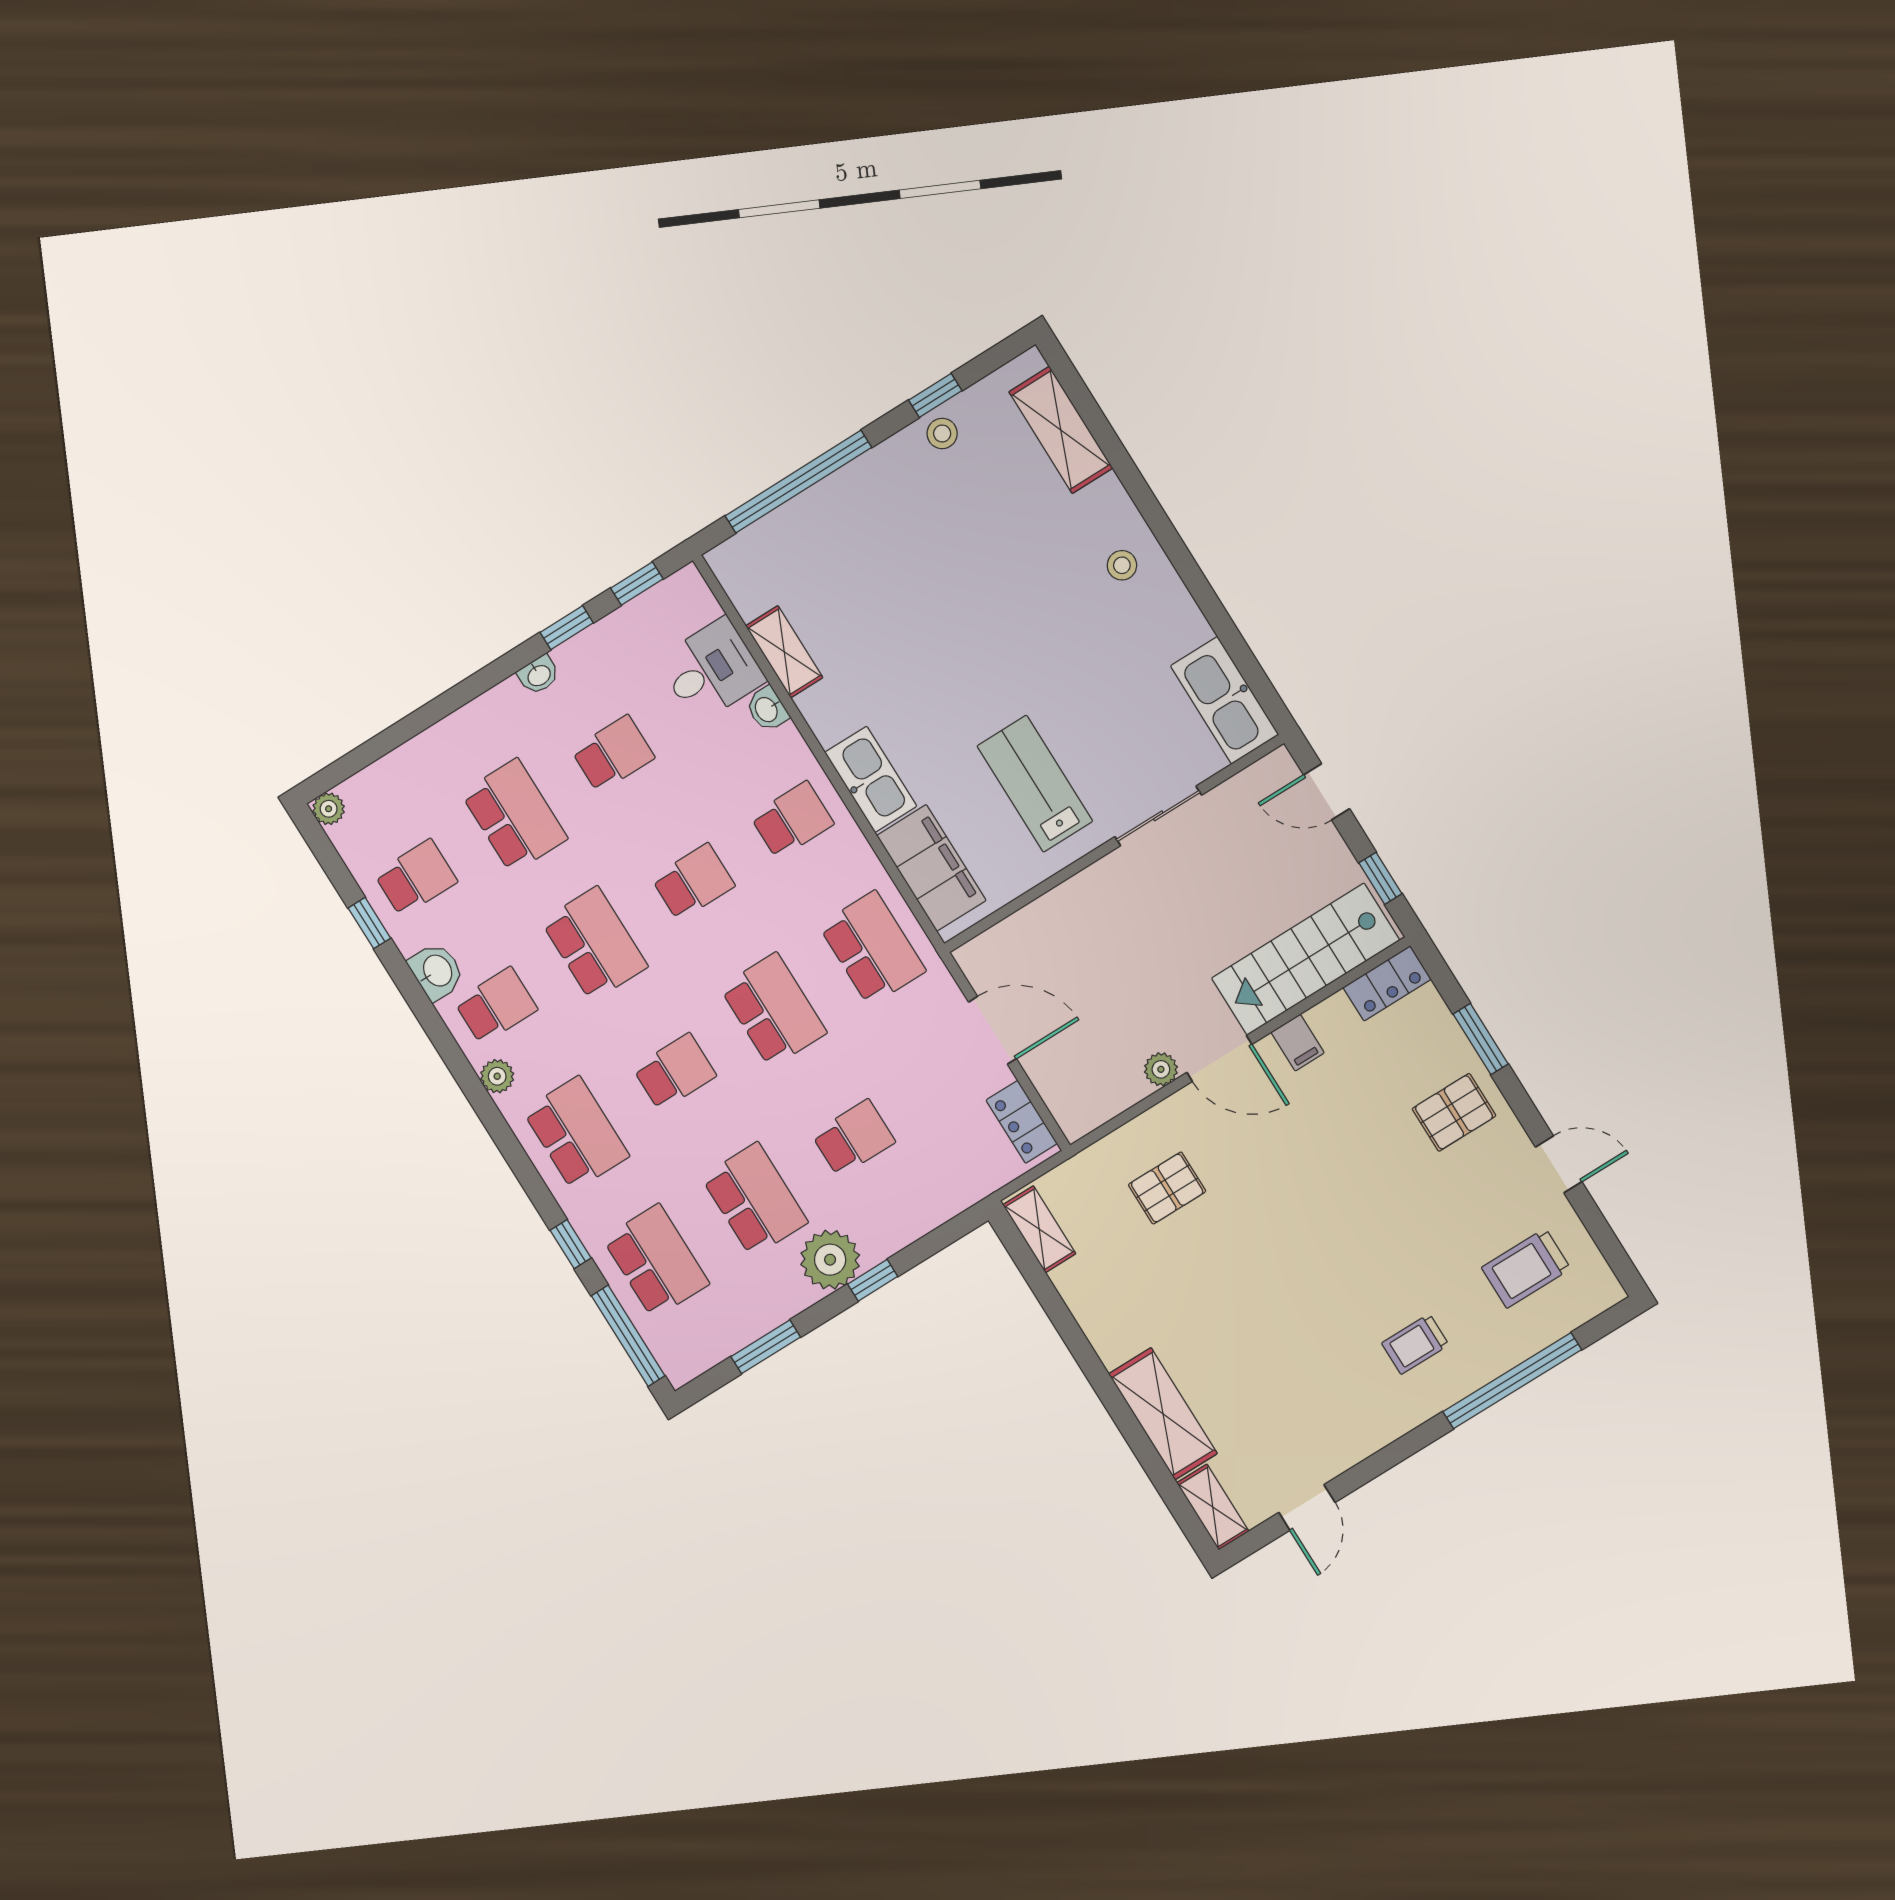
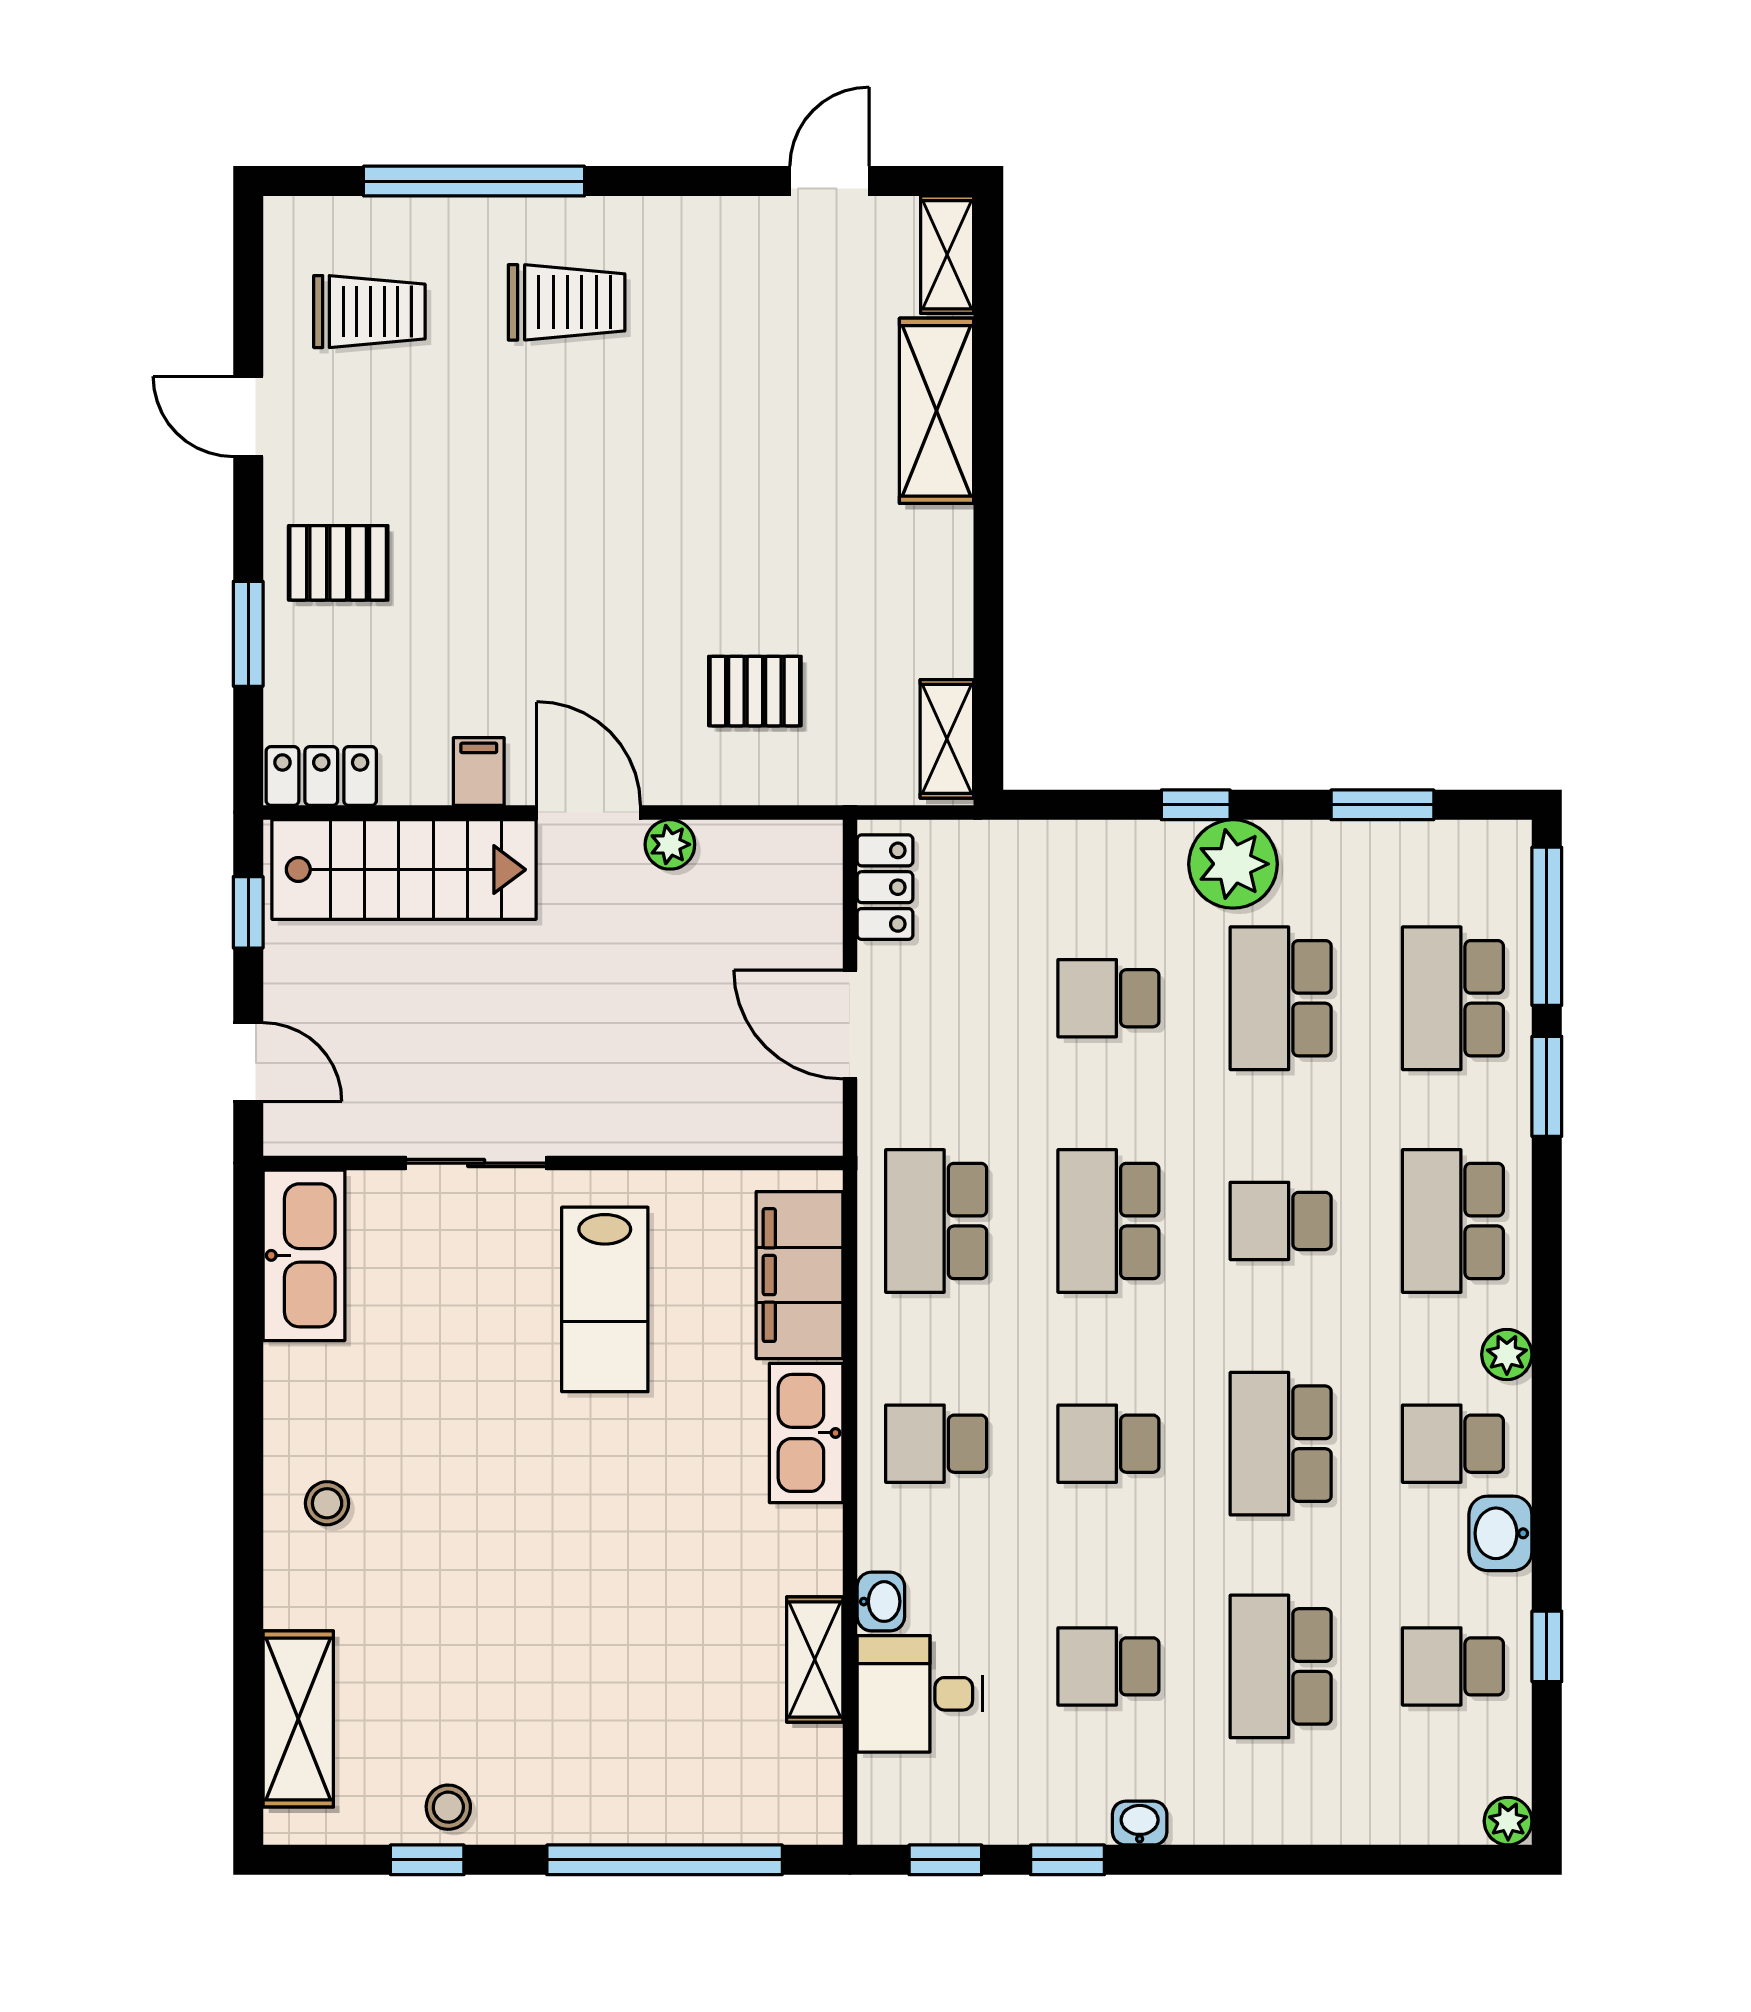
window: (571, 1244) -> (1547, 1086), width x1.50
trolley: (1415, 1344) -> (567, 302), width x1.36, depth x1.39

